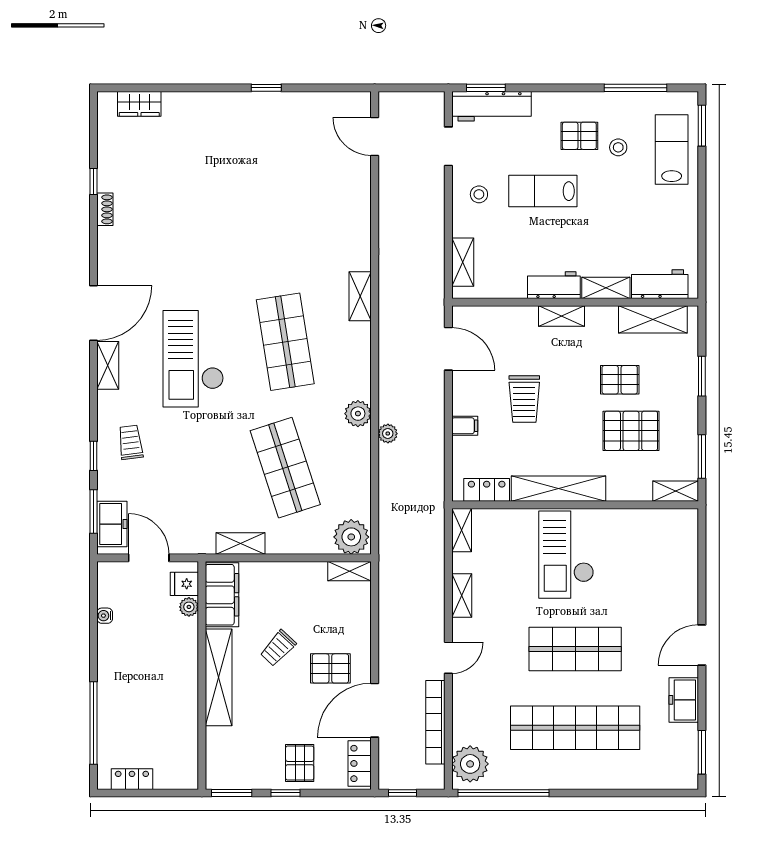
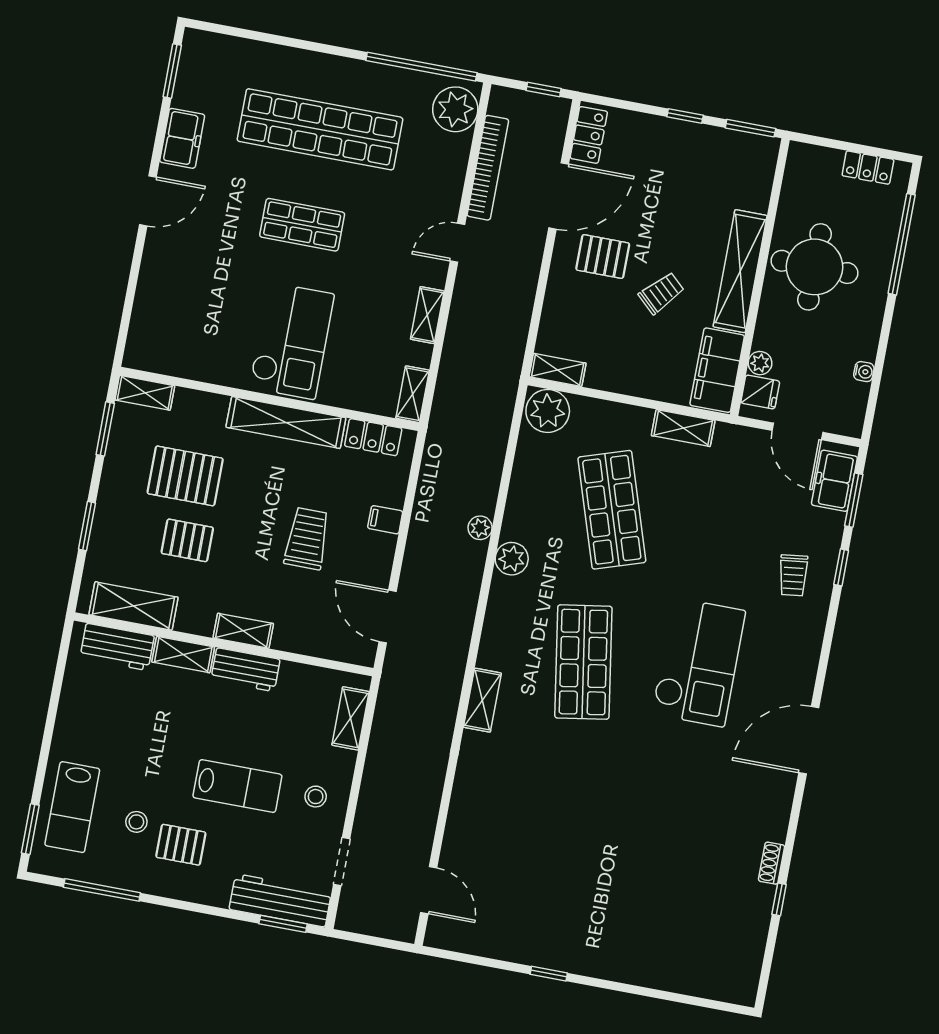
wardrobe: (139, 104) -> (706, 983), removed
shelving: (108, 365) -> (803, 674), removed
shop shelf: (575, 649) -> (302, 225), width x0.70, depth x0.74
round table: (160, 692) -> (814, 267), added
pallet: (300, 763) -> (661, 149), removed

